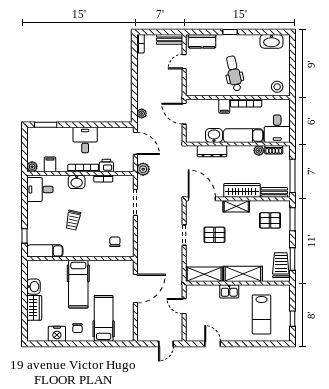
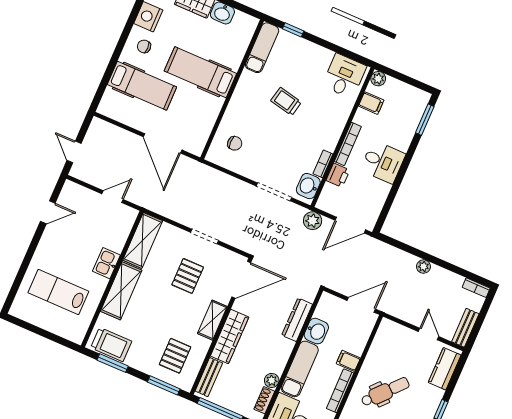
dental chair: (234, 73) -> (385, 392), turned -36
plant: (142, 114) -> (423, 267), moved
washbasin: (77, 182) -> (308, 186), moved
window: (292, 319) -> (36, 330), removed

